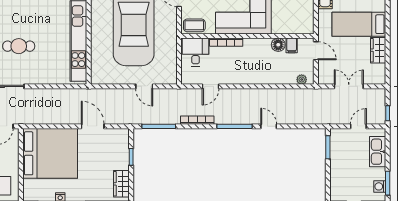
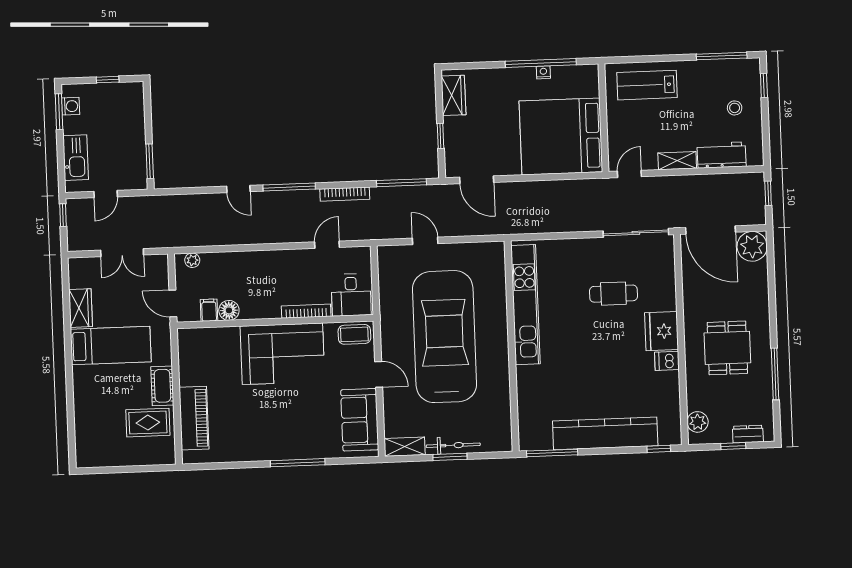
door: (93, 126) -> (477, 180), moved

